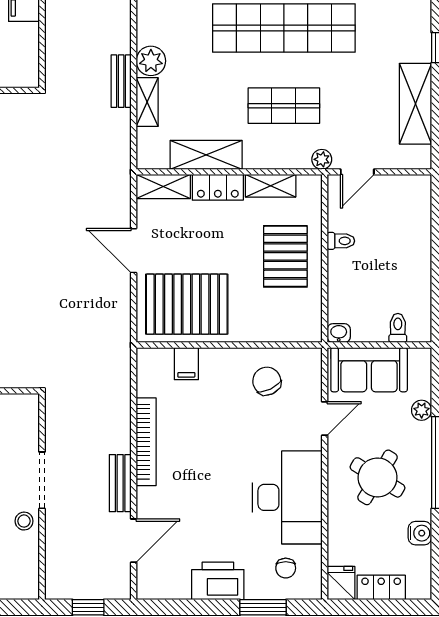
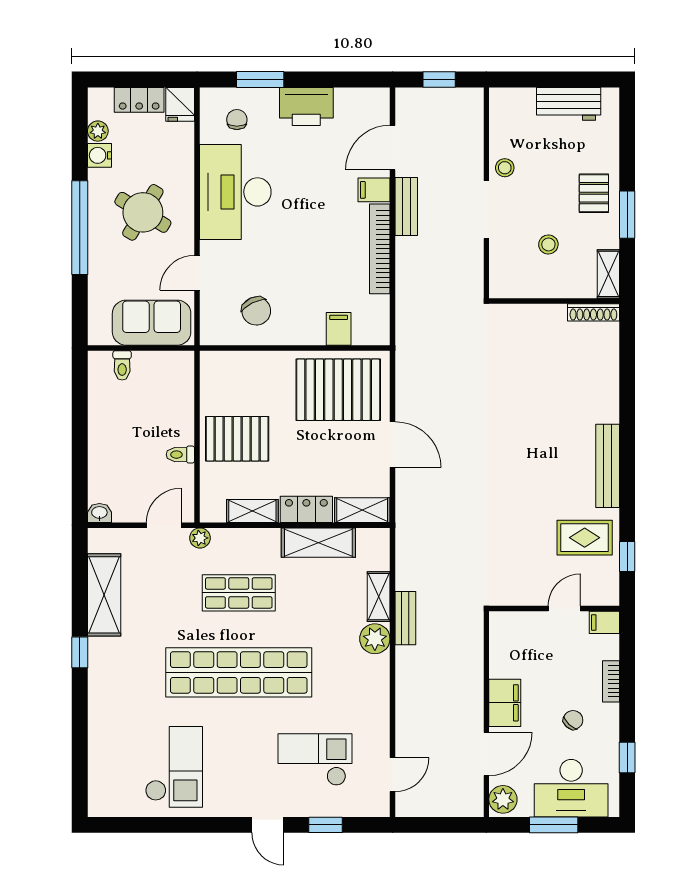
pallet: (285, 256) -> (237, 439), turned 90
washbasin: (339, 333) -> (99, 513), moved, turned 180
plant: (422, 410) -> (98, 131), moved
filing cabinet: (152, 499) -> (374, 190), added

